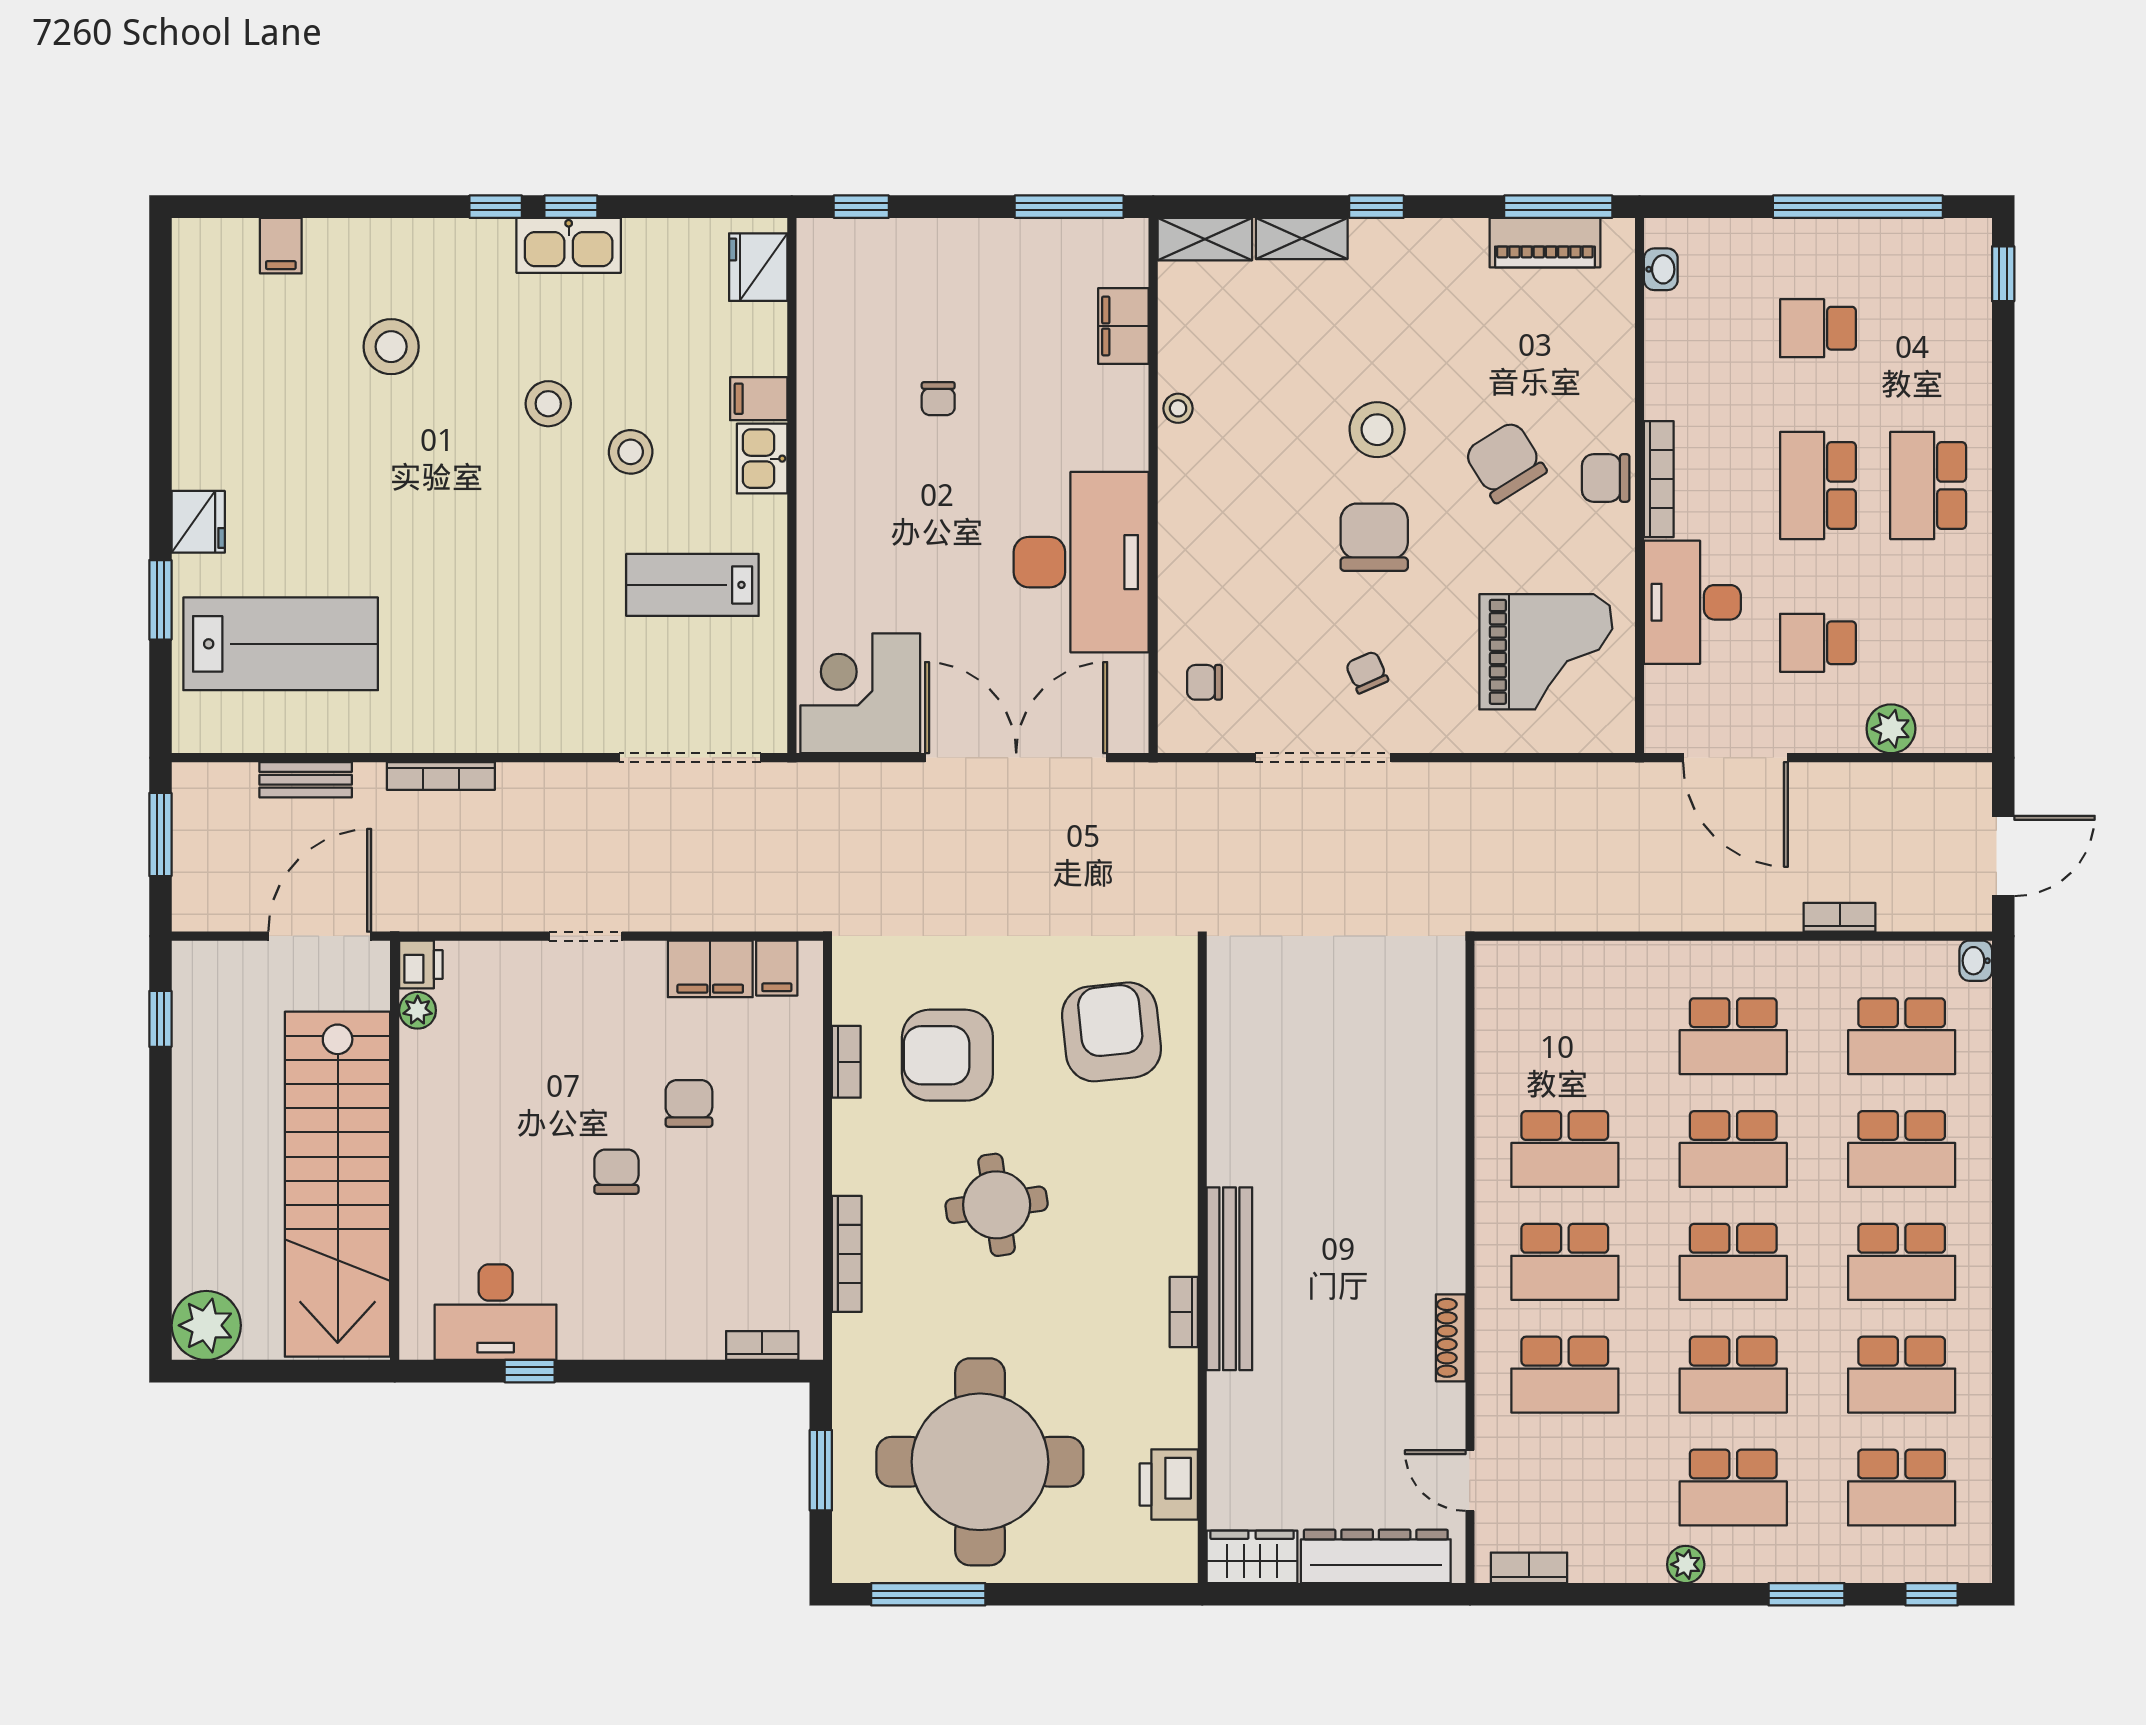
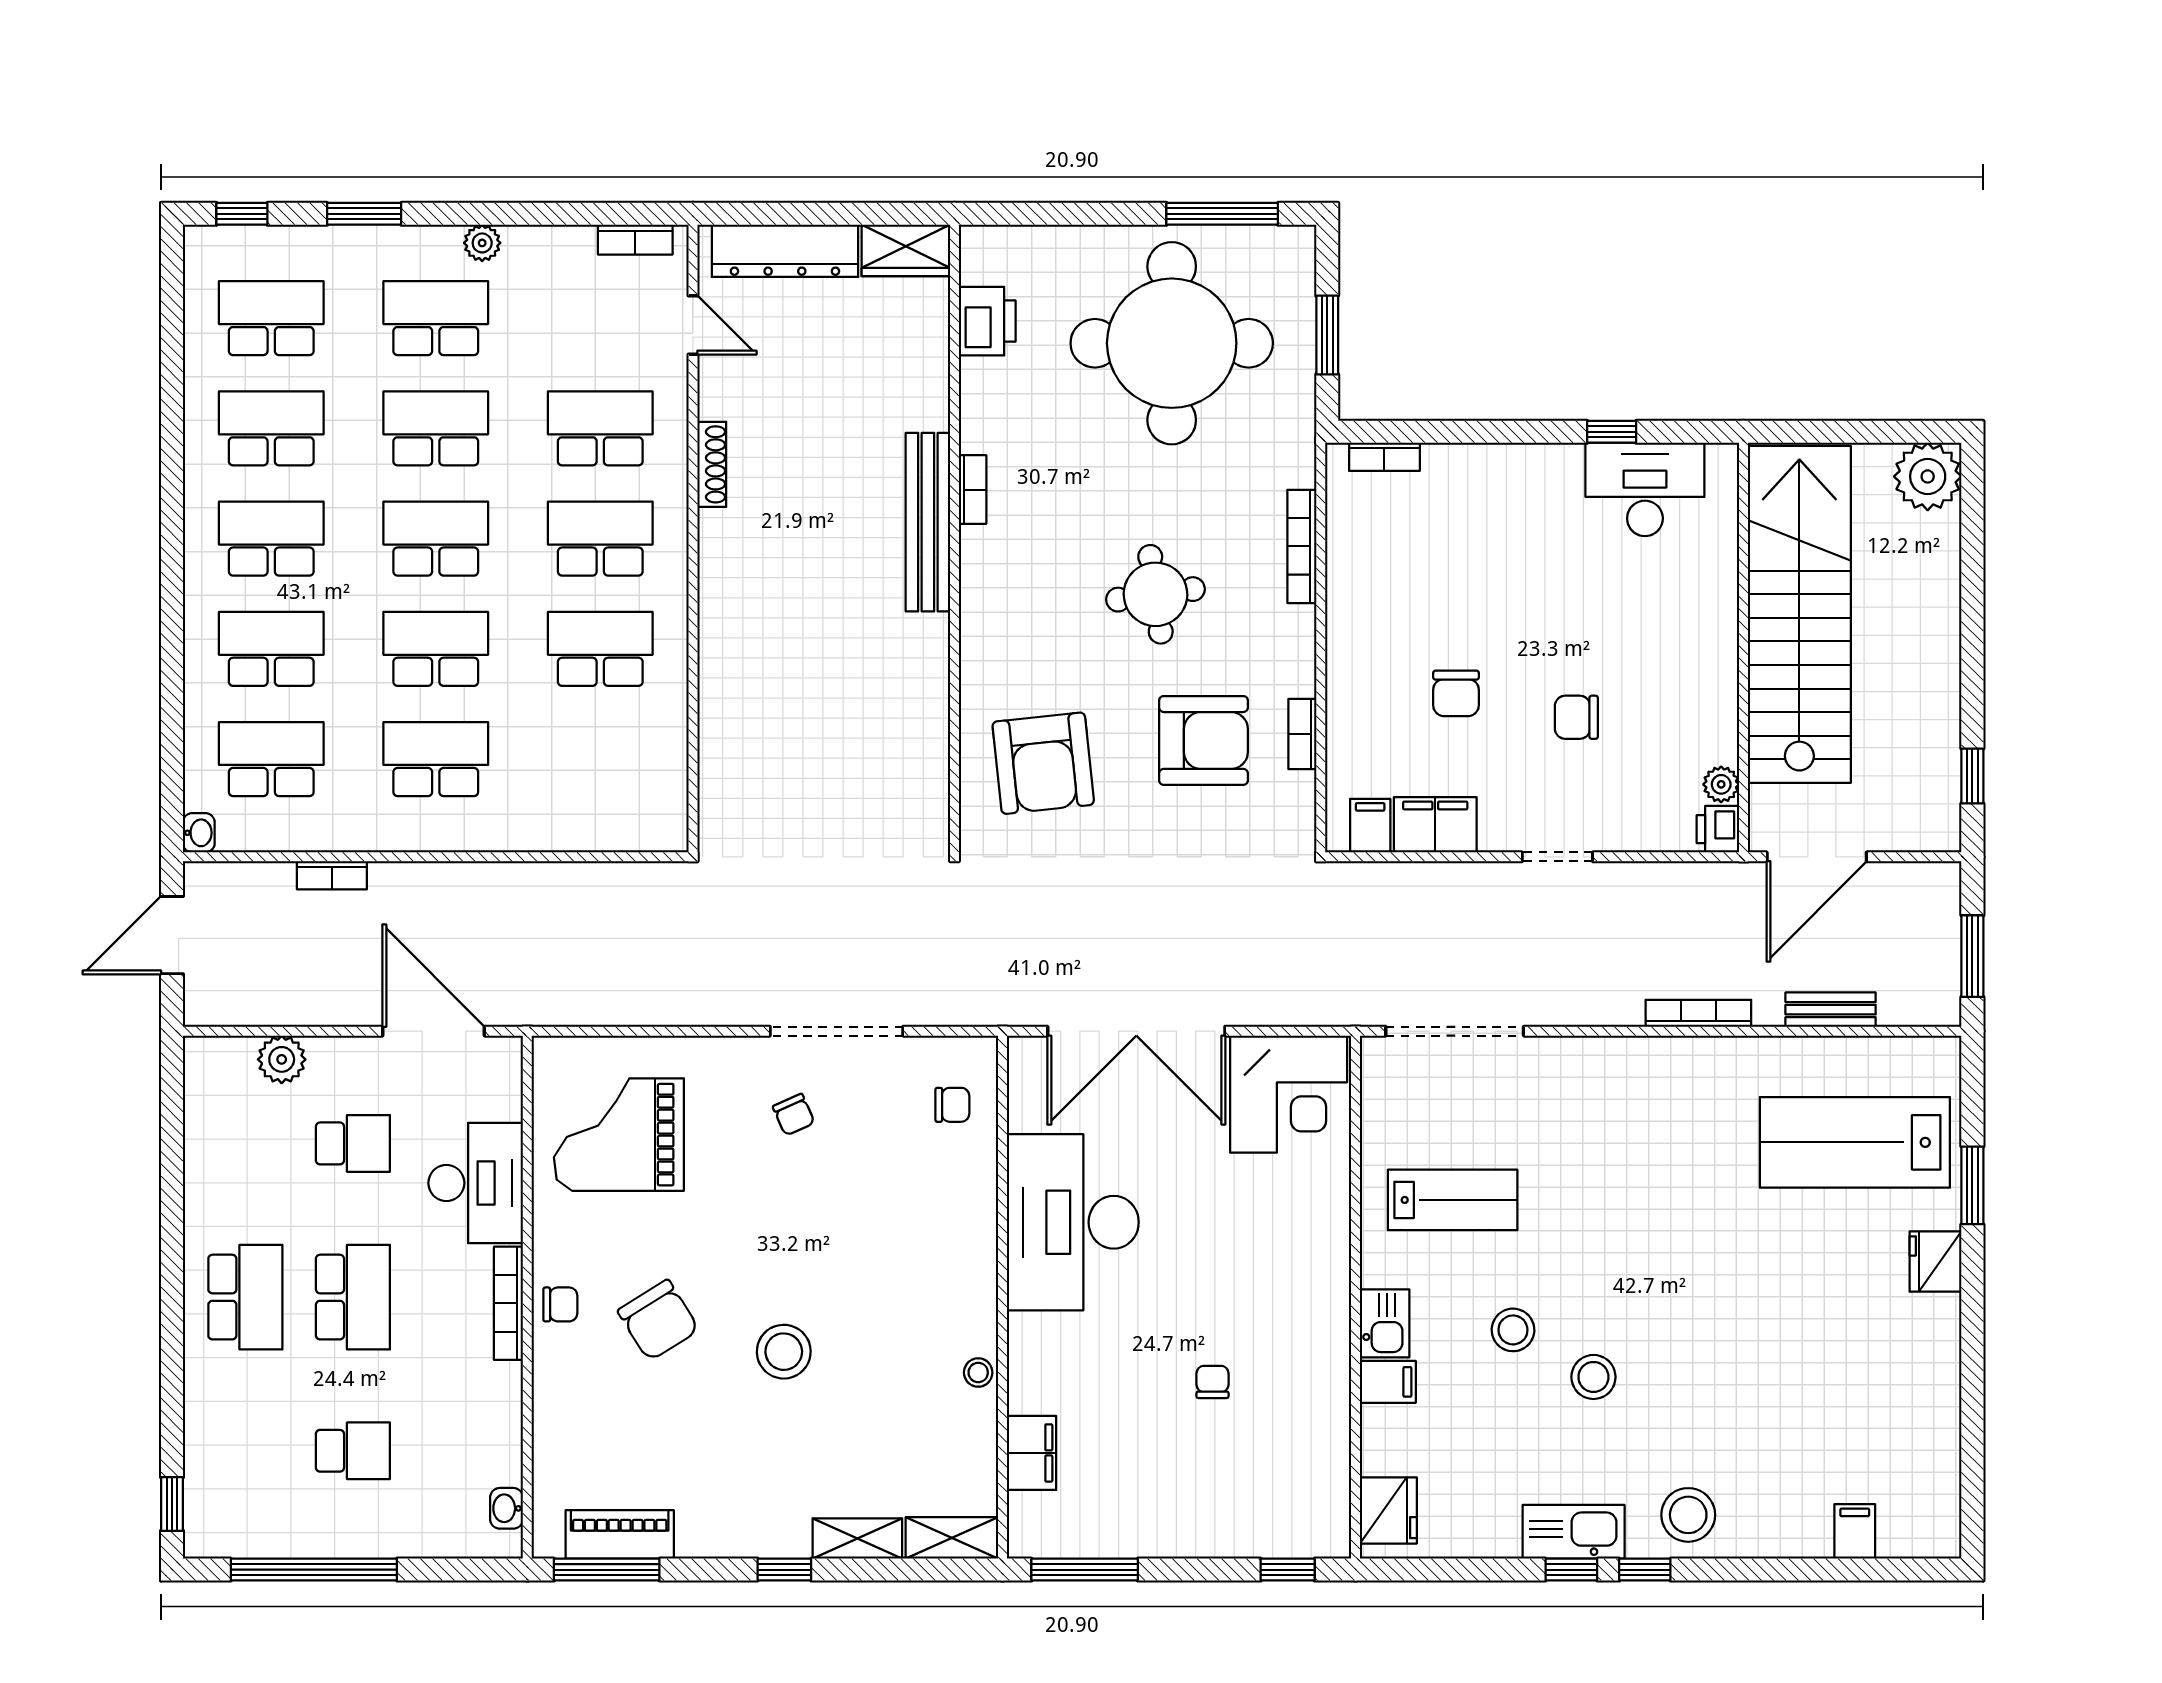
stool: (391, 347) -> (1688, 1515), moved
chair: (1606, 478) -> (560, 1304), width x0.73, depth x0.73
chair: (1374, 537) -> (787, 1247), removed
chair: (616, 1172) -> (1576, 717), moved, turned 90

